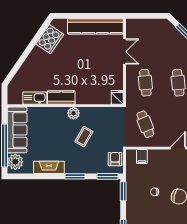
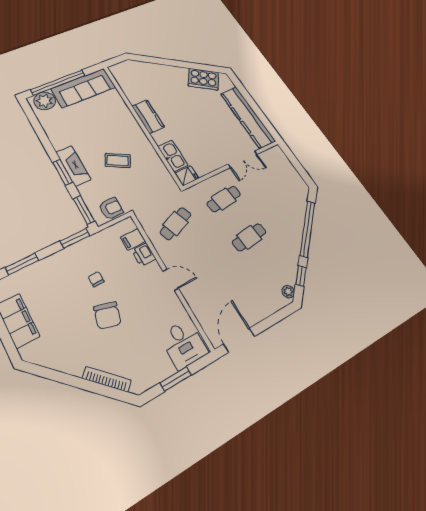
kitchen sink: (35, 98) -> (173, 156), moved
plant: (74, 113) -> (138, 137), removed
printer: (155, 155) -> (144, 255), added
fireplace: (49, 167) -> (73, 166), moved

